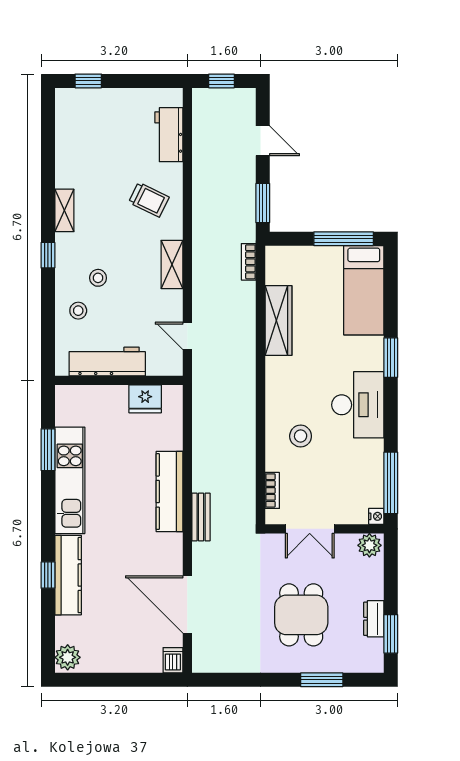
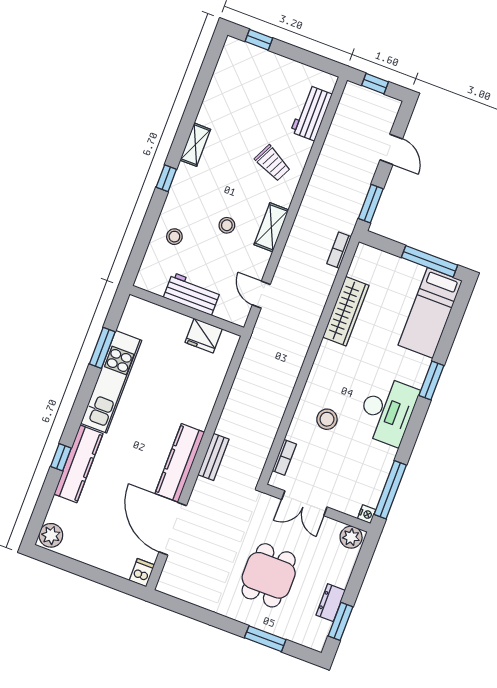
stool: (98, 278) -> (227, 225), moved
workbench: (107, 361) -> (192, 294), width x0.73
kitchen counter: (169, 492) -> (180, 463), moved

